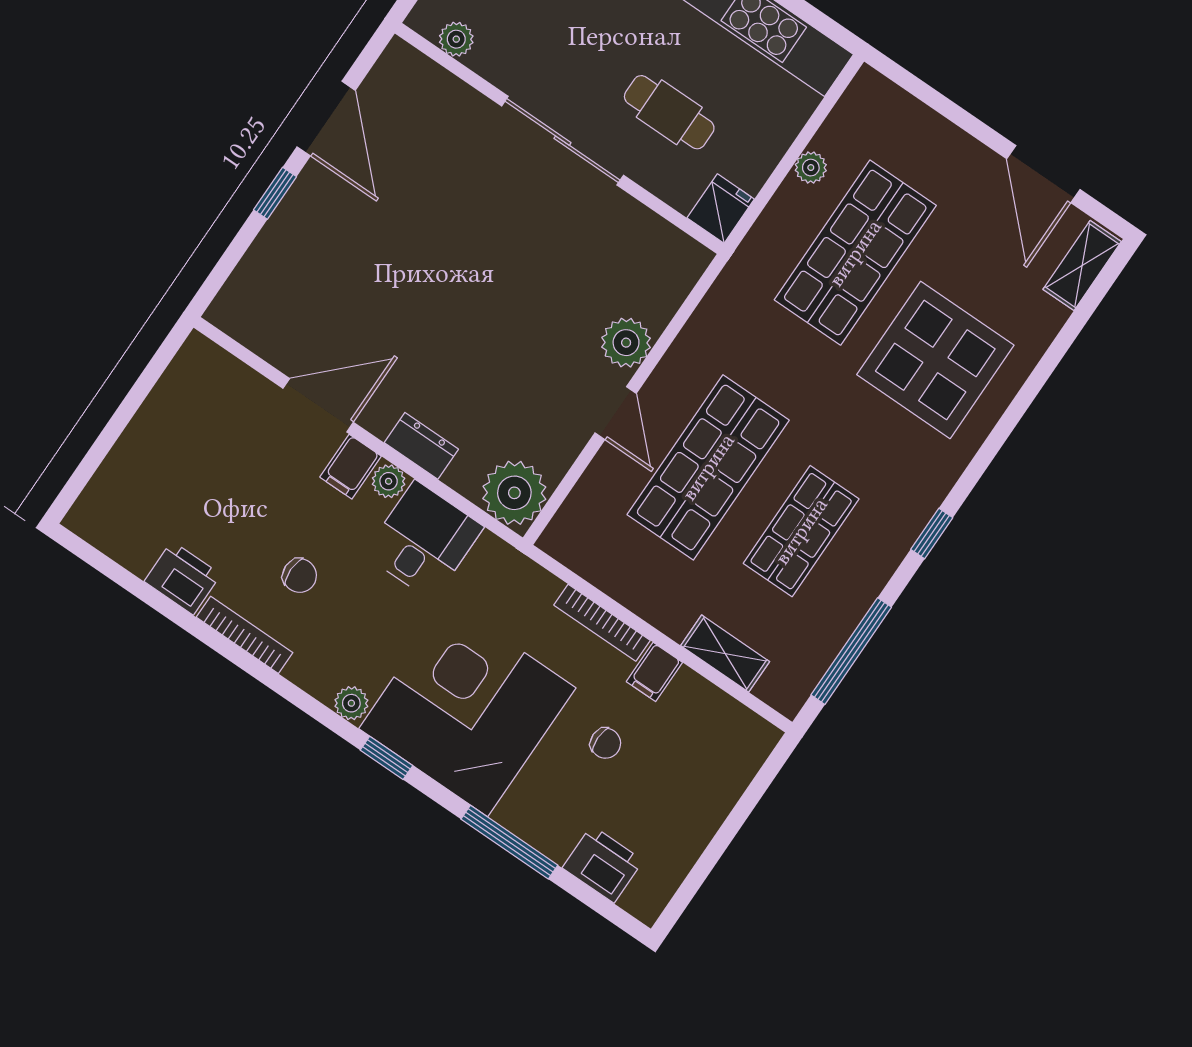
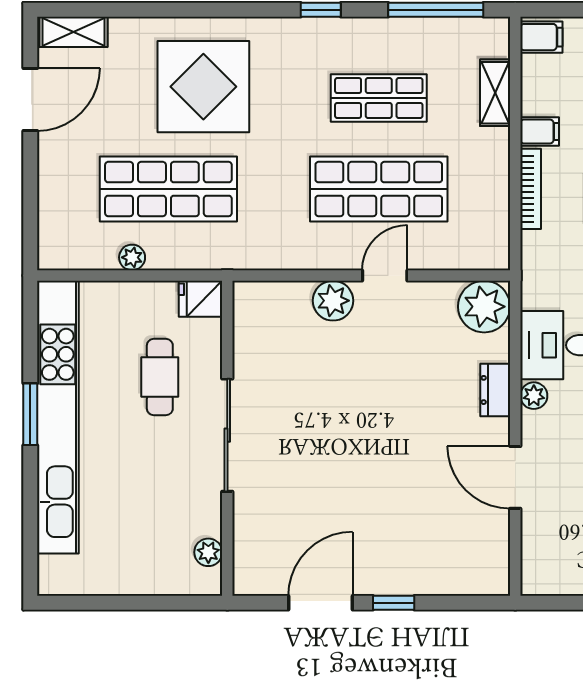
filing cabinet: (351, 467) -> (541, 37), moved

